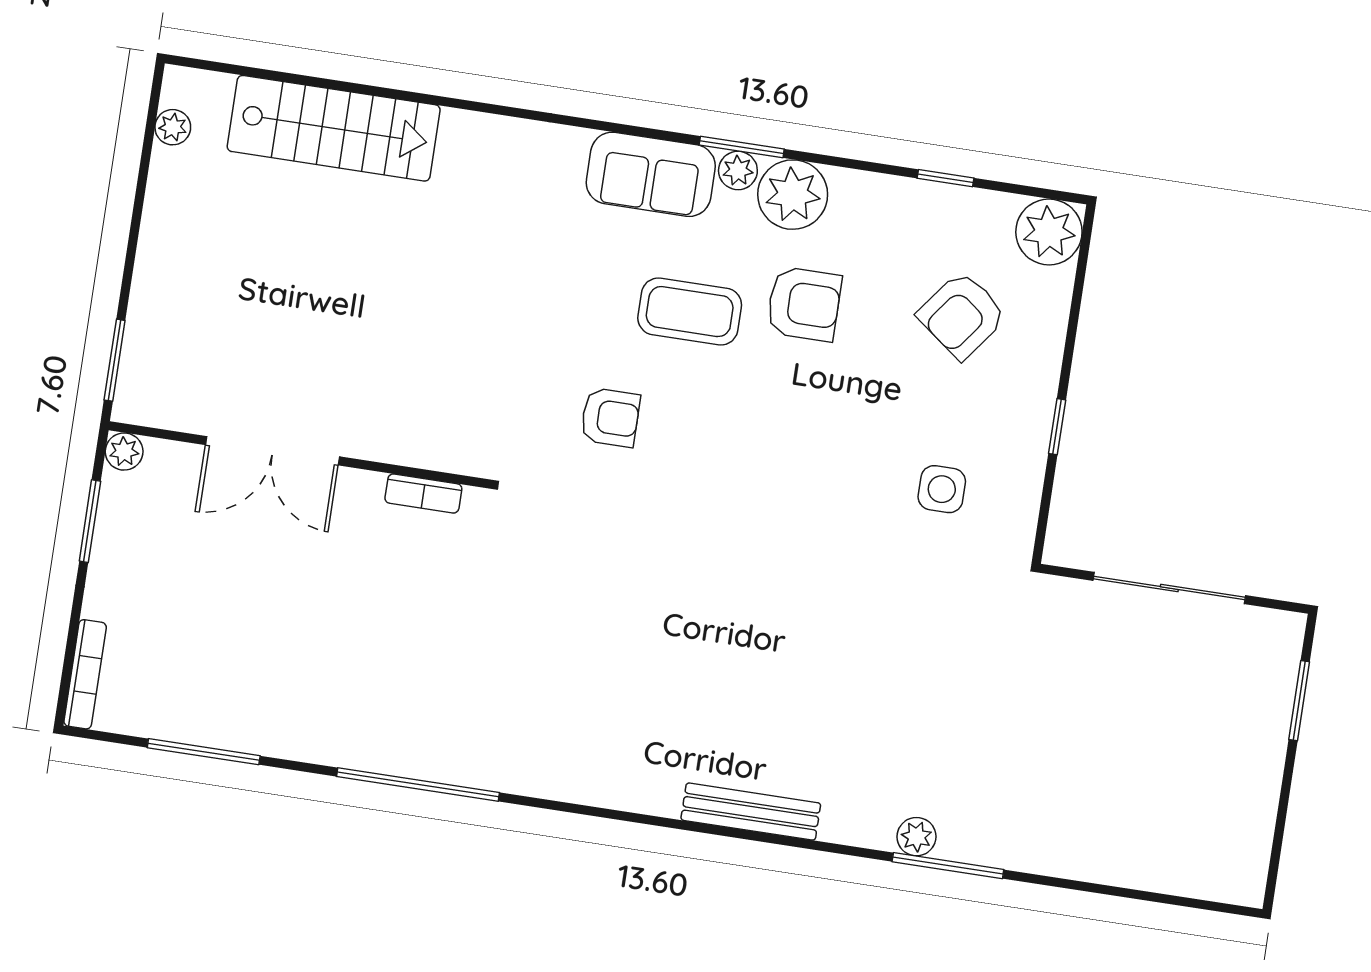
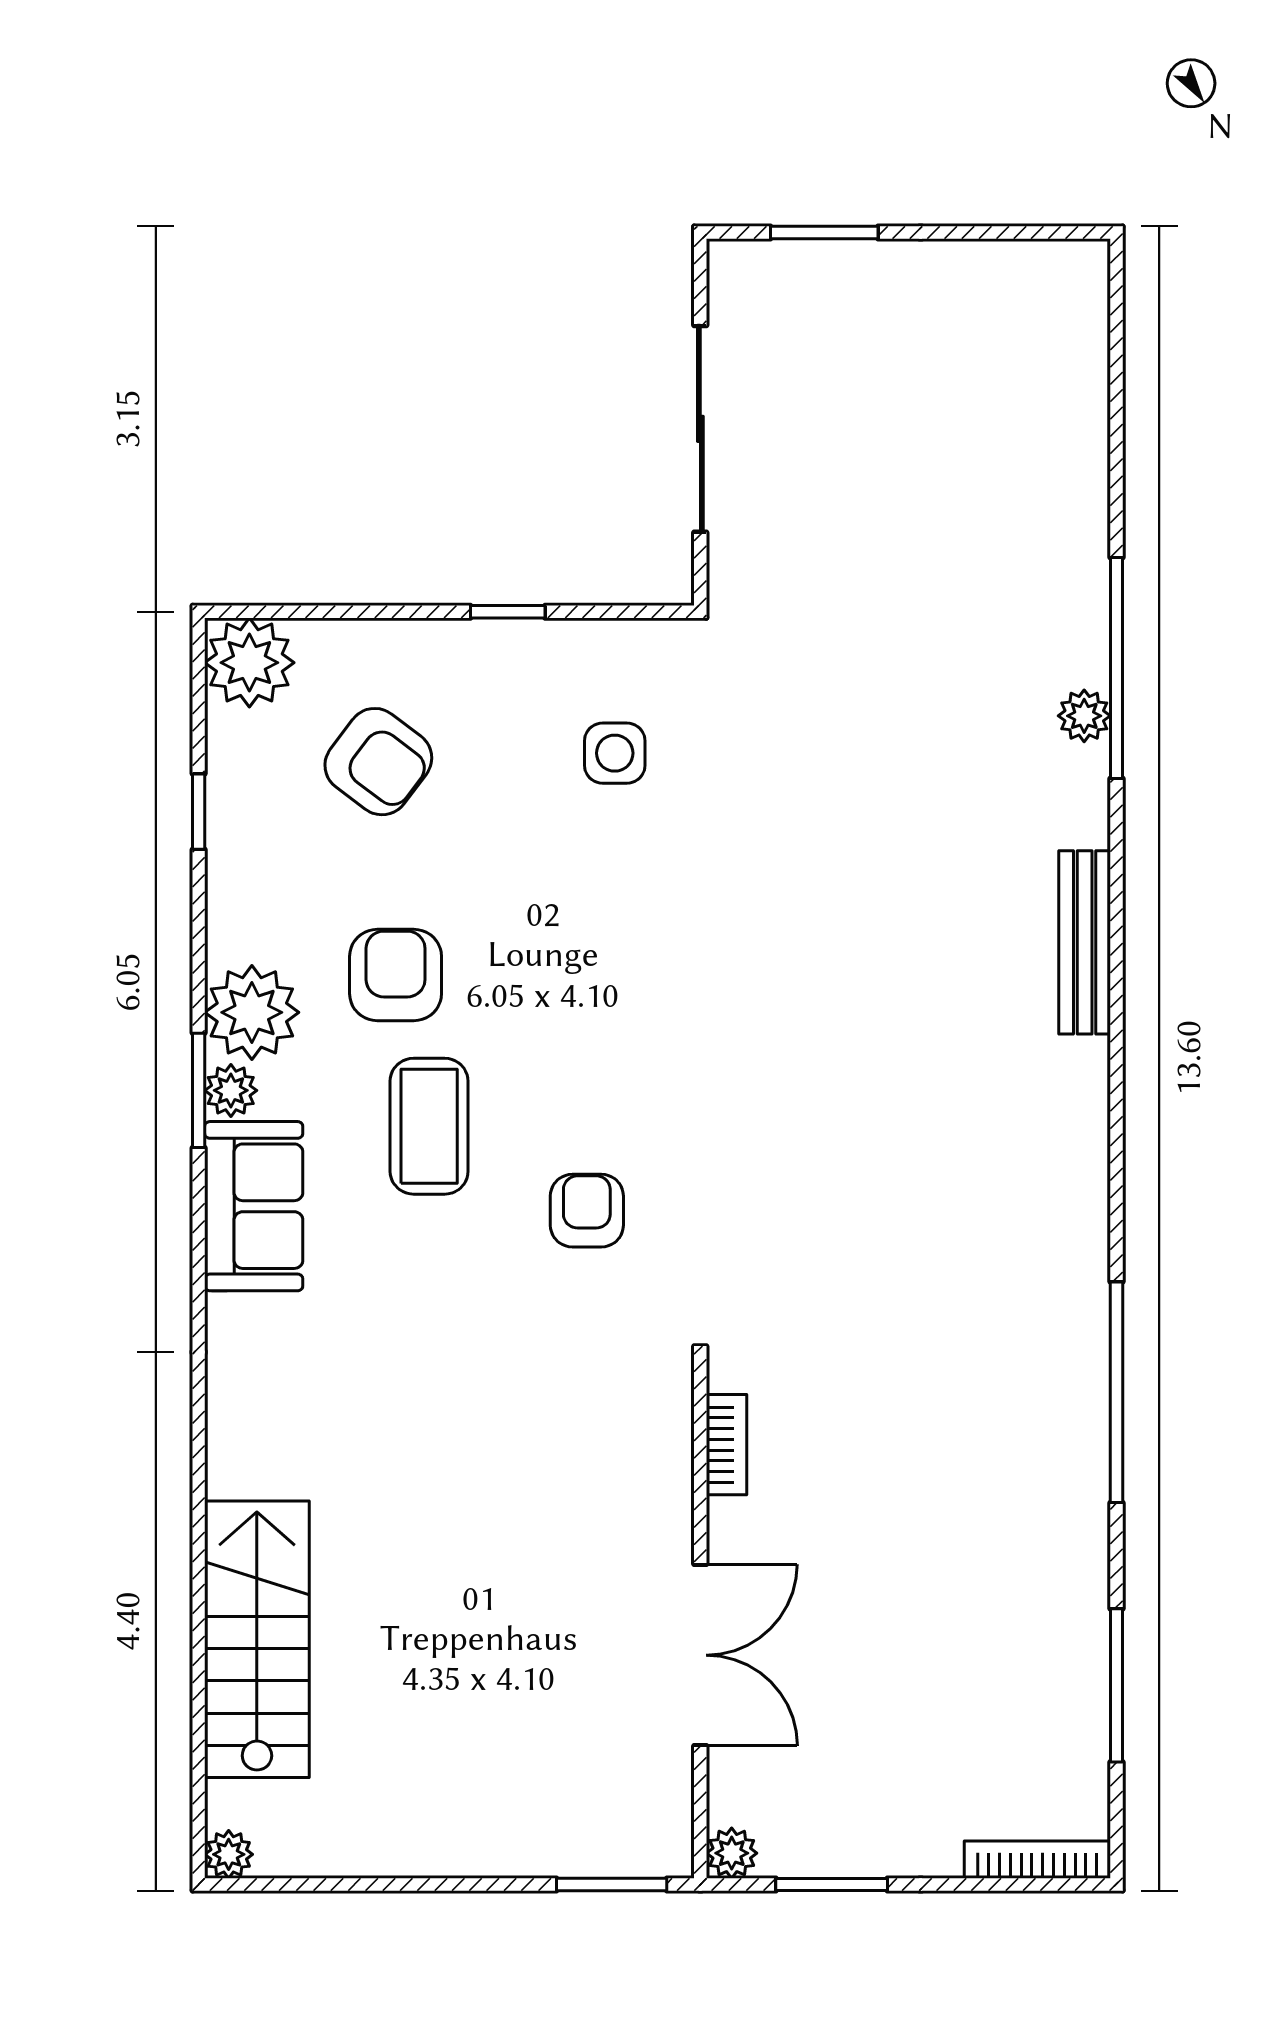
plant: (173, 127) -> (229, 1854), moved
window: (948, 866) -> (1116, 668), width x1.46

